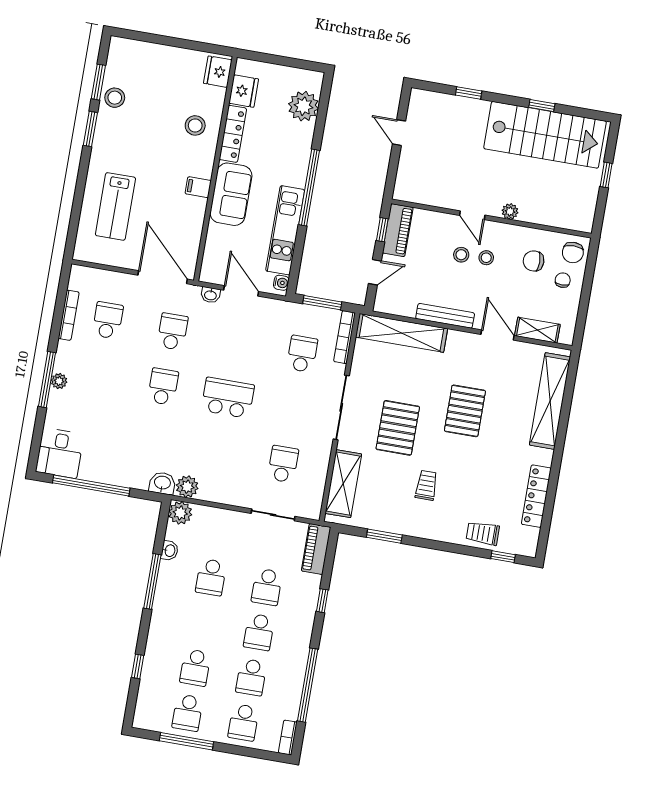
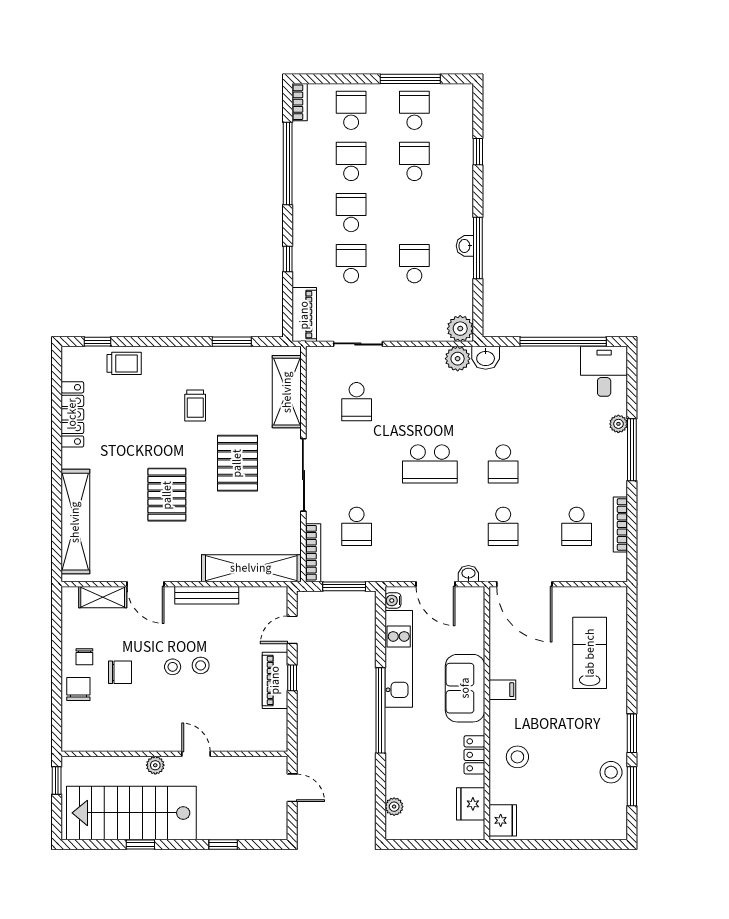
plant: (304, 106) -> (394, 807), width x0.53, depth x0.53
locker: (233, 134) -> (474, 755), width x0.66
plant: (510, 211) -> (155, 765), moved
door: (472, 215) -> (196, 754), moved
wall: (491, 219) -> (174, 754), moved
plant: (59, 381) -> (618, 424), moved
washbasin: (170, 551) -> (465, 246), moved

